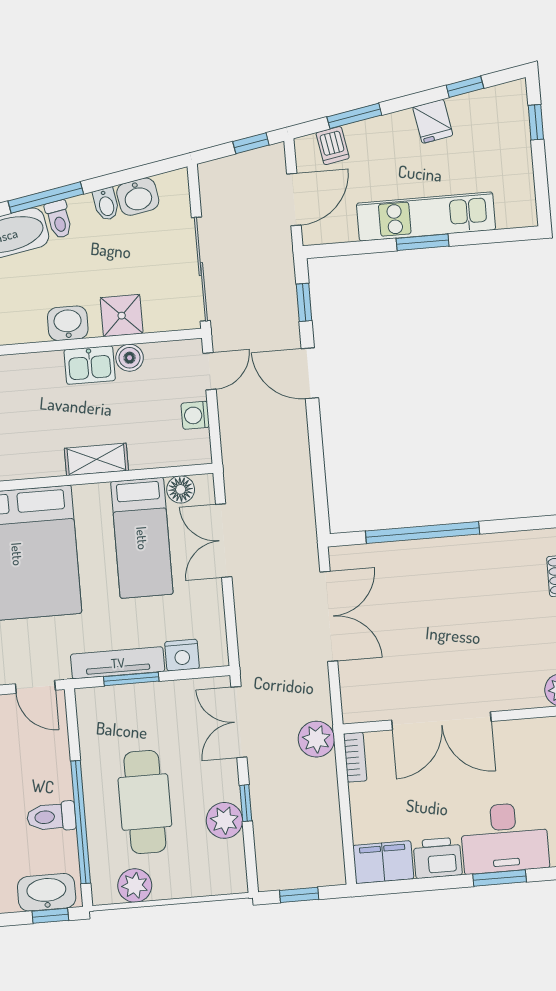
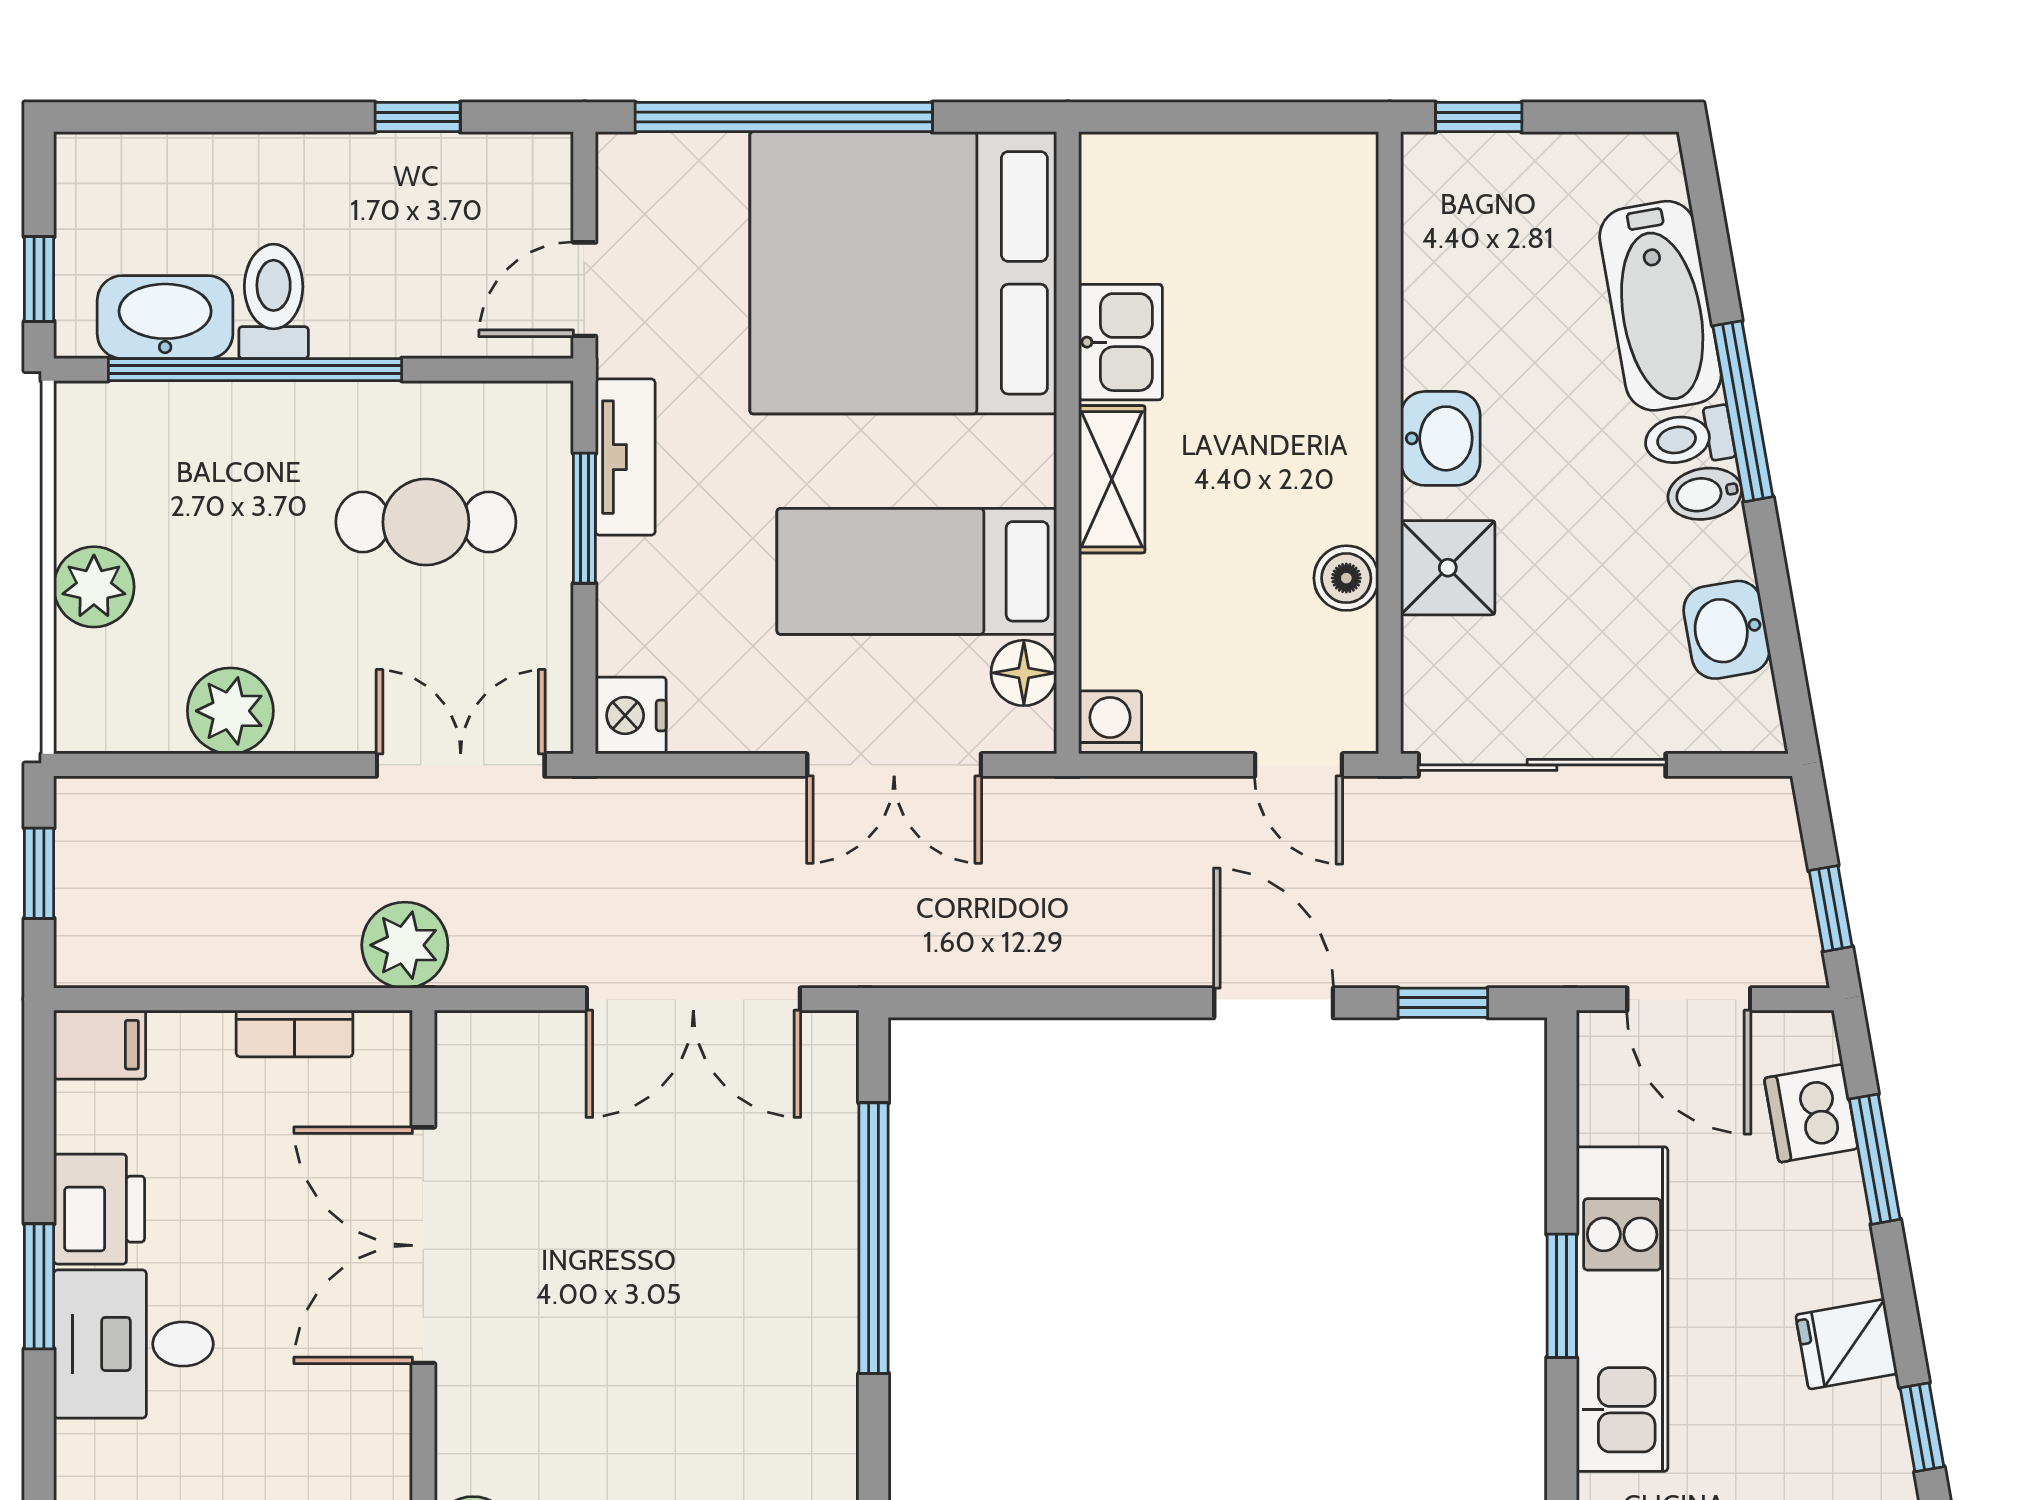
dishwasher: (333, 146) -> (1811, 1113), width x1.38
bidet: (106, 204) -> (1705, 494), moved
kitchen sink: (90, 365) -> (1120, 342), moved, turned 180
door: (310, 373) -> (1274, 1003), hinge flipped
washing machine: (195, 415) -> (1110, 722), moved
double door: (224, 541) -> (894, 765), swing flipped
nightstand: (182, 655) -> (631, 715), moved
tv unit: (118, 663) -> (625, 457), width x0.71
bookcase: (355, 757) -> (295, 1033), moved
cafe table: (145, 802) -> (426, 522), moved, width x0.73, depth x0.74
window: (246, 803) -> (267, 765), removed
desk: (504, 838) -> (134, 1344), width x0.73
filing cabinet: (383, 862) -> (100, 1045), width x0.50
window: (500, 878) -> (39, 1286), moved
plant: (135, 885) -> (94, 587), moved
washbasin: (47, 892) -> (165, 317), moved, turned -90

